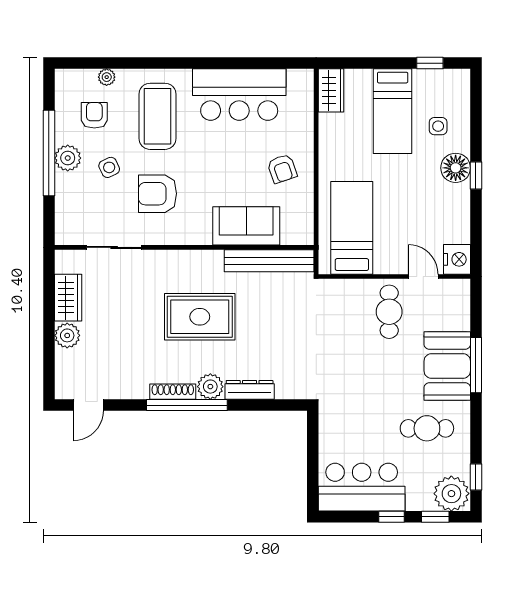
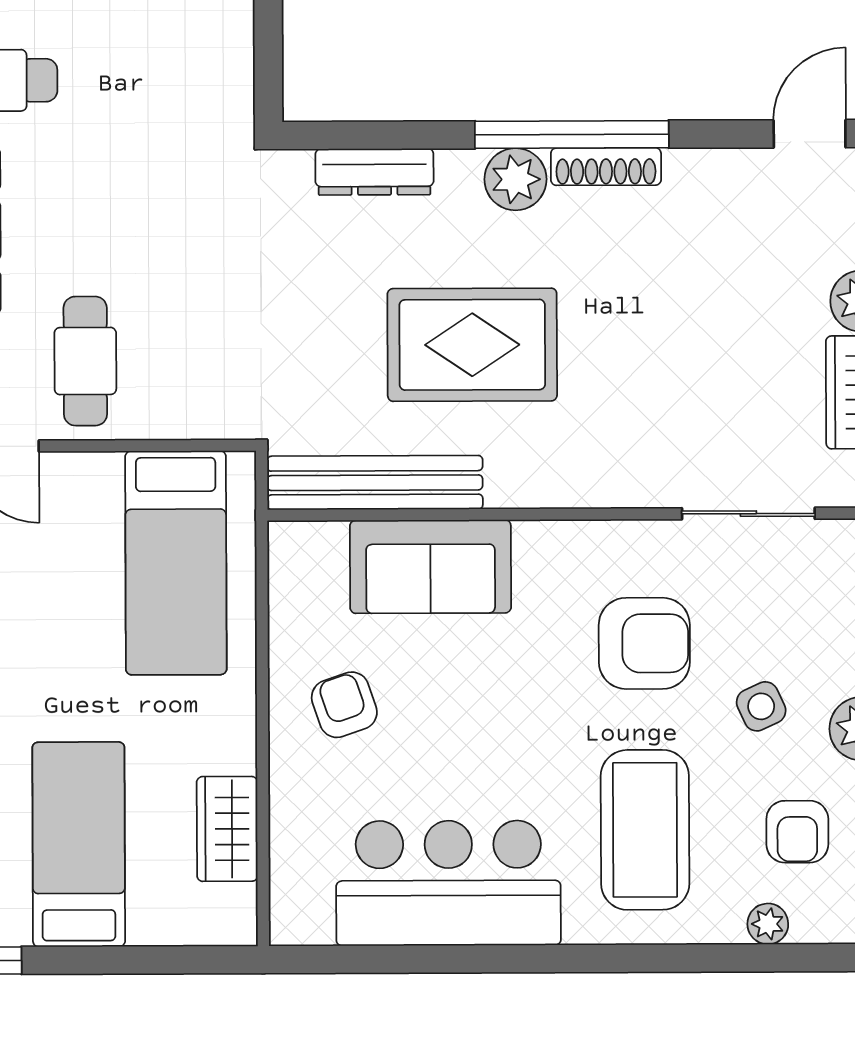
wardrobe: (331, 90) -> (227, 829), moved
rug: (200, 317) -> (472, 345), moved
dresser: (250, 390) -> (374, 172), moved

